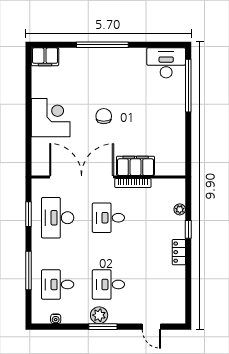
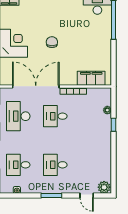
filing cabinet: (136, 166) -> (91, 78), moved
locker: (179, 252) -> (107, 141), removed
plant: (99, 315) -> (104, 187), moved

